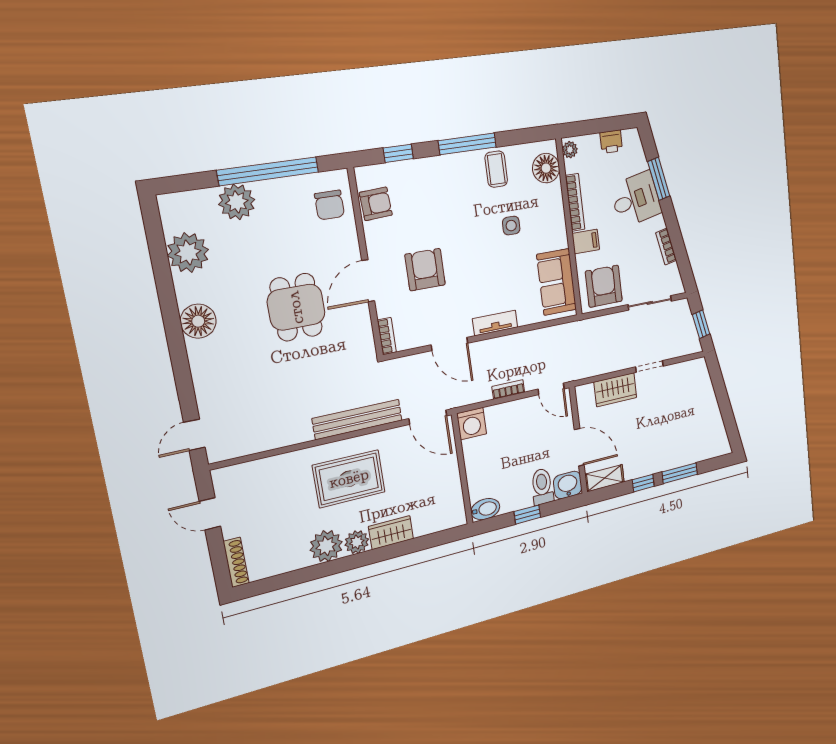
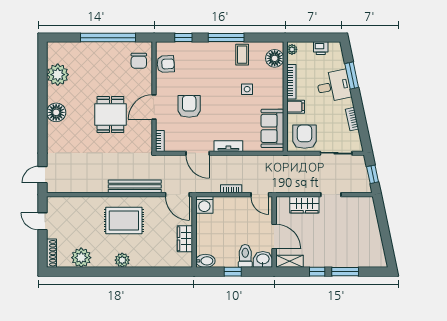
plant: (237, 202) -> (88, 52), removed
wardrobe: (391, 533) -> (185, 239), moved, turned -90
plant: (326, 546) -> (81, 258), moved

